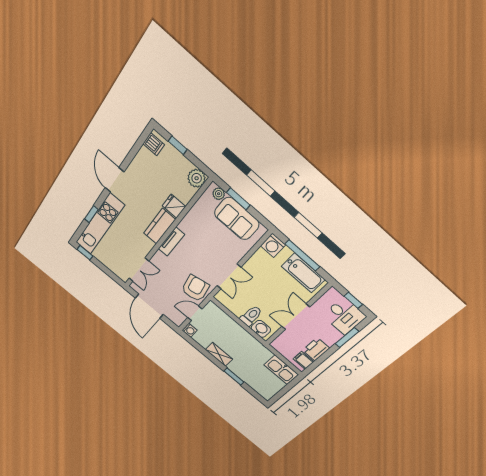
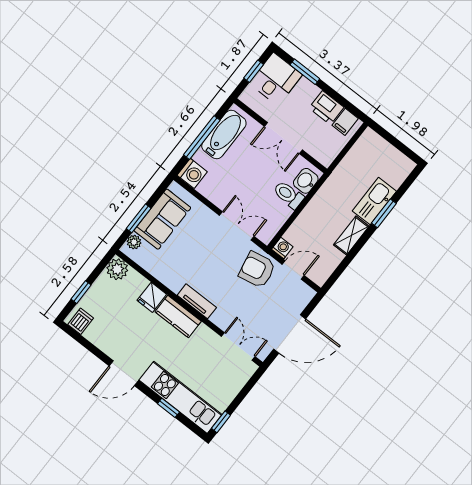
door: (195, 313) -> (293, 270), swing flipped
washing machine: (190, 330) -> (282, 248), moved
kitchen sink: (281, 370) -> (374, 201), moved, turned 180

